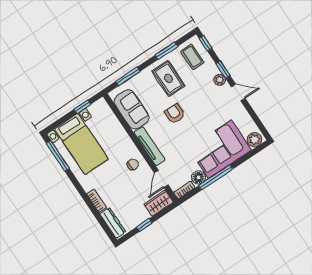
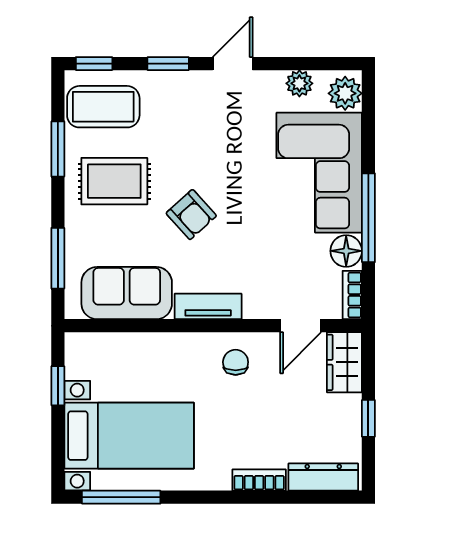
coffee table: (192, 57) -> (103, 107), width x1.36, depth x1.30
plant: (220, 80) -> (299, 83), moved
armchair: (175, 114) -> (191, 215), turned -132
tv unit: (149, 146) -> (208, 306), width x0.71
door: (161, 179) -> (301, 326), hinge flipped

